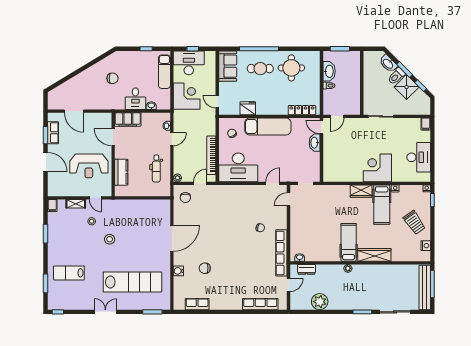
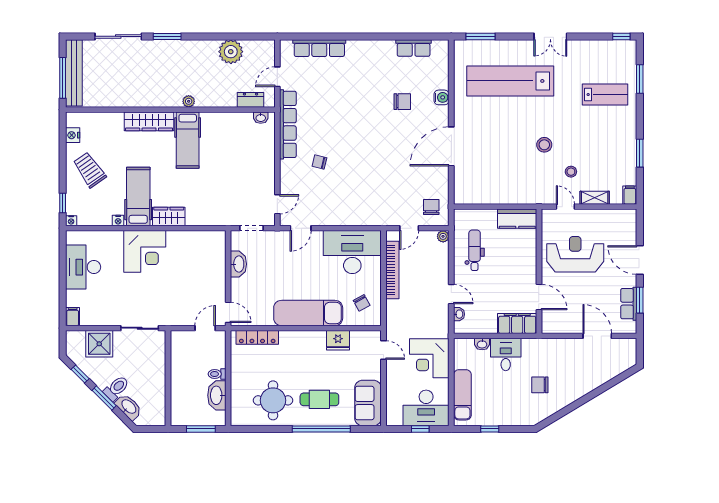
shower: (407, 87) -> (99, 344), moved, turned 45
door: (172, 139) -> (451, 294), swing flipped
washbasin: (315, 143) -> (238, 264), moved
kitchen counter: (121, 172) -> (517, 219), moved, turned -90

